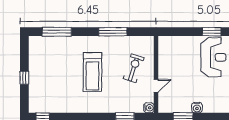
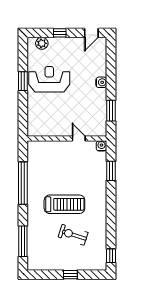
window: (113, 32) -> (23, 183), width x1.46
exercise bike: (134, 68) -> (73, 235), moved
water cooler: (197, 108) -> (101, 82), moved

